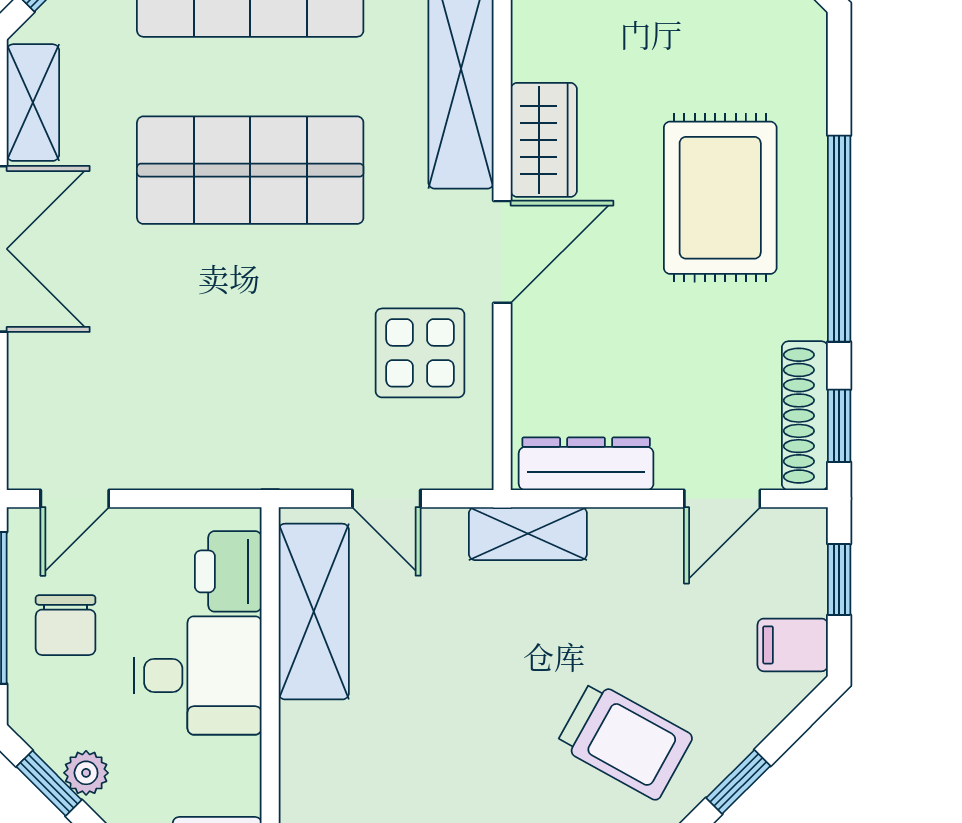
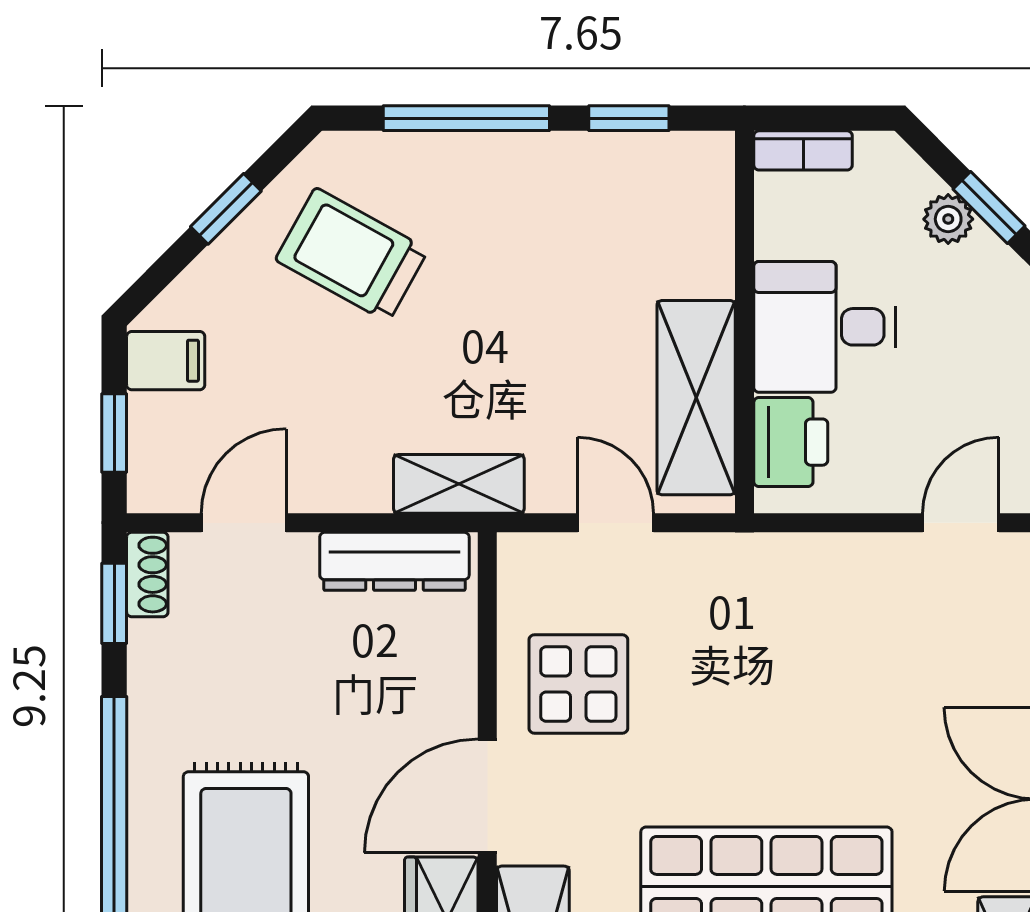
shoe rack: (805, 416) -> (147, 575), width x0.51, depth x0.81
chair: (66, 625) -> (971, 383), removed

